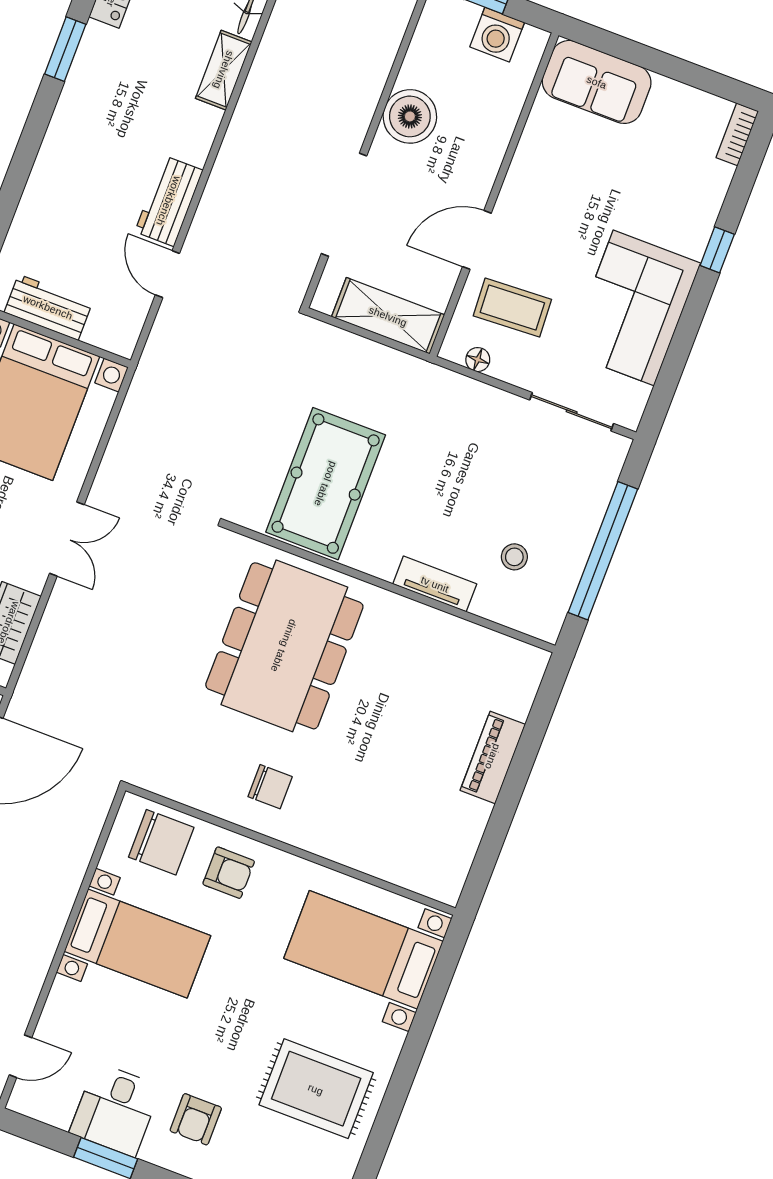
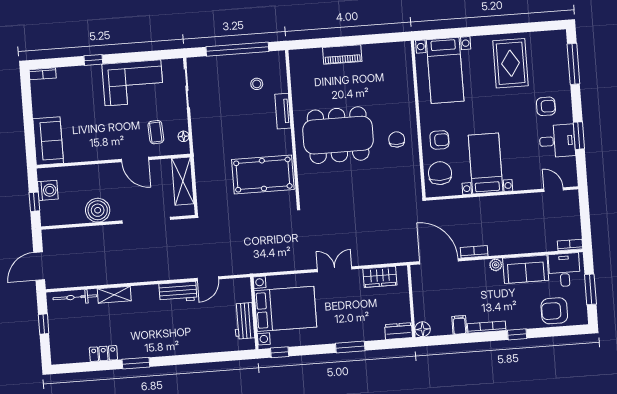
coffee table: (512, 308) -> (156, 132), width x0.73, depth x0.77
dining table: (284, 646) -> (338, 135), moved
armchair: (229, 873) -> (439, 140), turned 90

